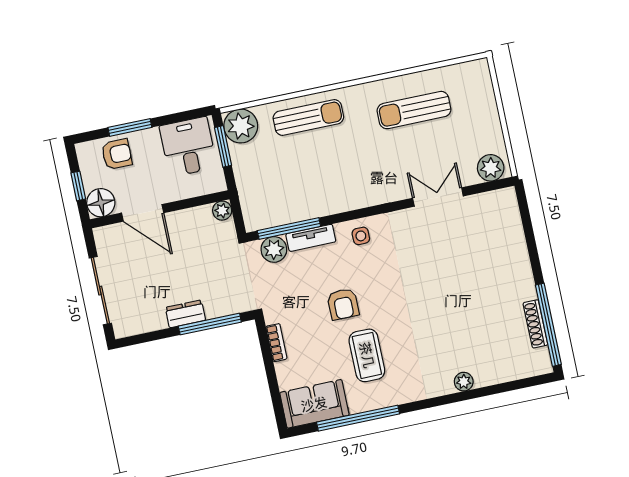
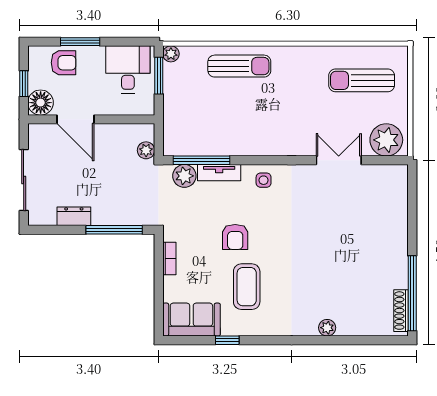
sun lounger: (414, 110) -> (362, 80), moved
plant: (241, 126) -> (171, 54), width x0.53, depth x0.53
plant: (491, 168) -> (386, 140), width x1.36, depth x1.36
plant: (222, 211) -> (146, 150), moved
dresser: (185, 314) -> (74, 216), moved
shoe rack: (535, 324) -> (401, 311), moved
window: (358, 418) -> (227, 340), width x0.32

